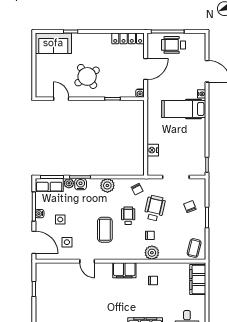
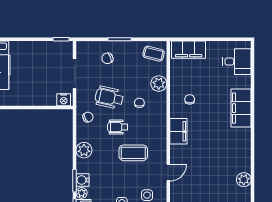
nightstand: (153, 150) -> (64, 100), moved
plant: (152, 253) -> (159, 84), moved

